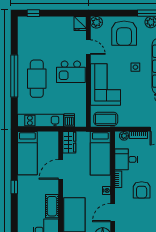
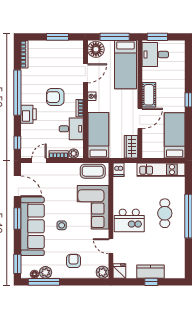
window: (33, 13) -> (151, 282), moved
kitchen counter: (50, 23) -> (151, 272), added
armchair: (124, 33) -> (73, 261), width x0.53, depth x0.53
kitchen island: (71, 72) -> (129, 220), turned 180
cafe table: (37, 79) -> (165, 213), width x0.73, depth x0.74
dishwasher: (69, 120) -> (119, 170), moved
armchair: (142, 190) -> (55, 97), turned -90
cot: (52, 206) -> (149, 95), moved

